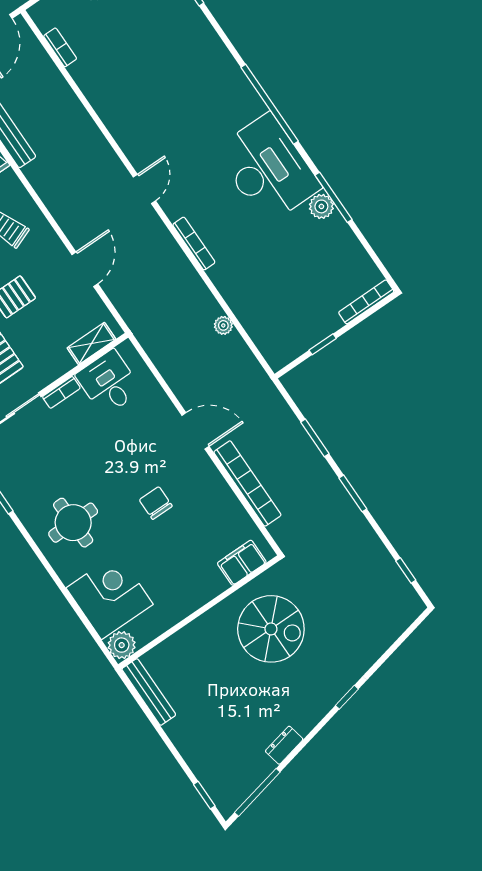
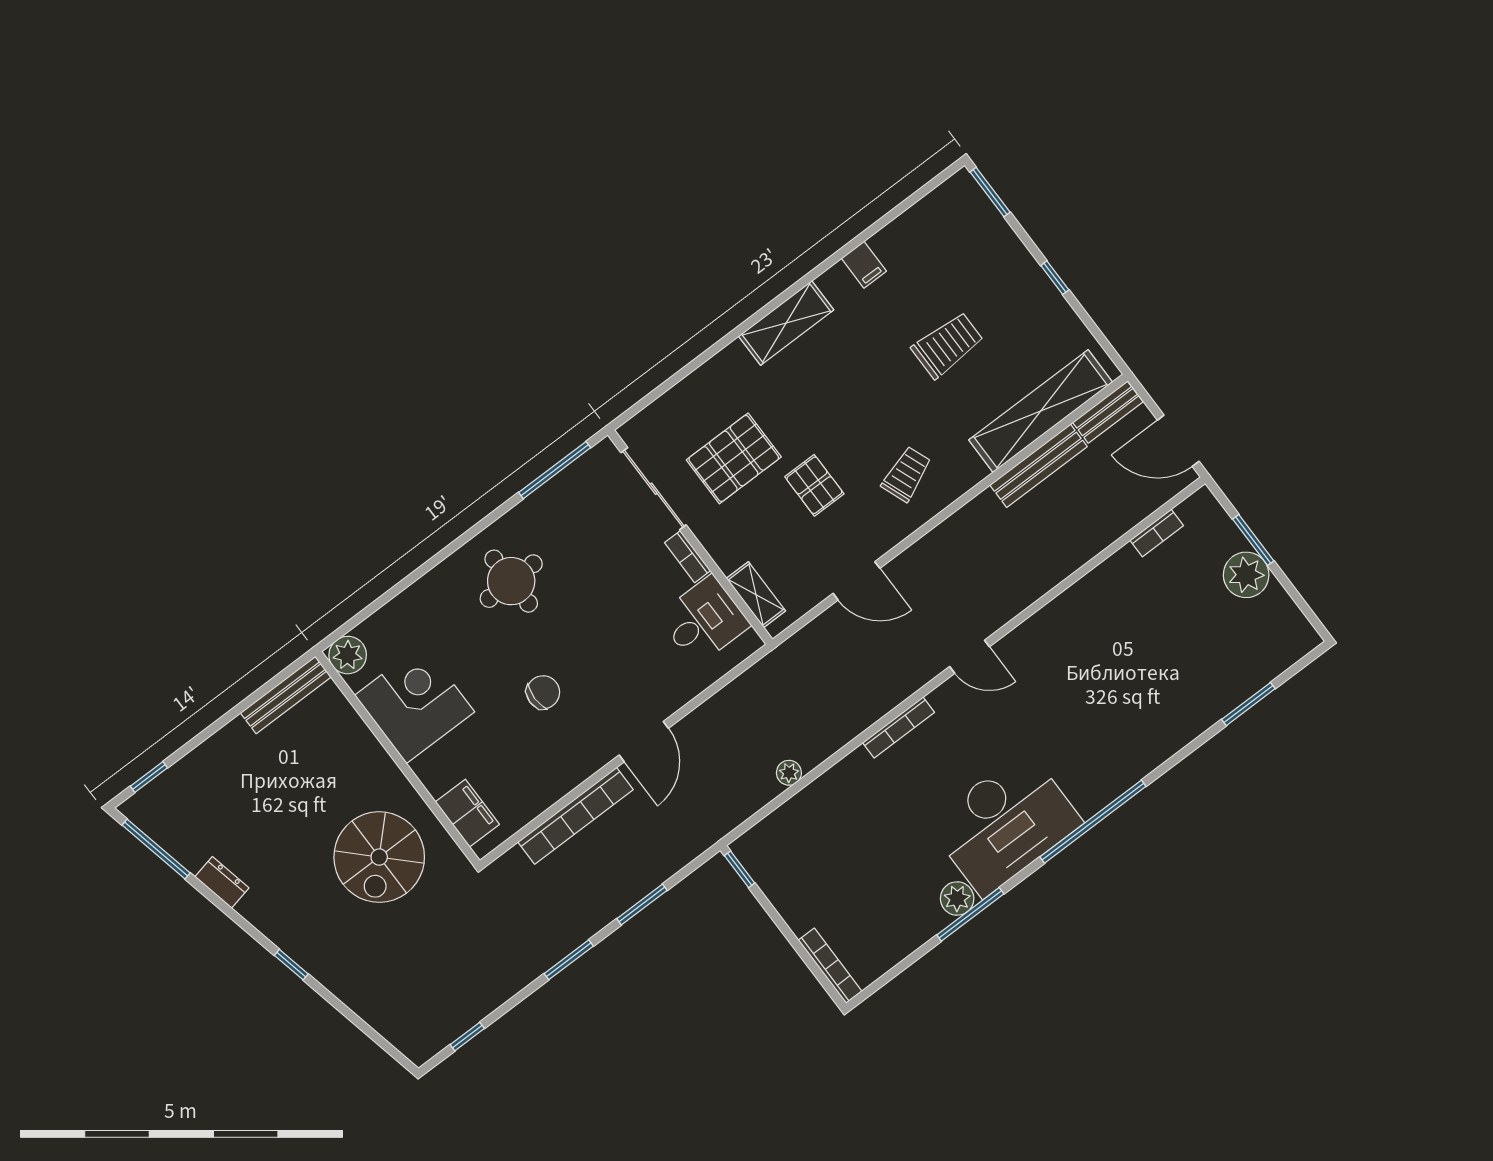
window: (323, 344) -> (740, 869), moved
corner desk: (110, 596) -> (415, 704), moved, turned -90

